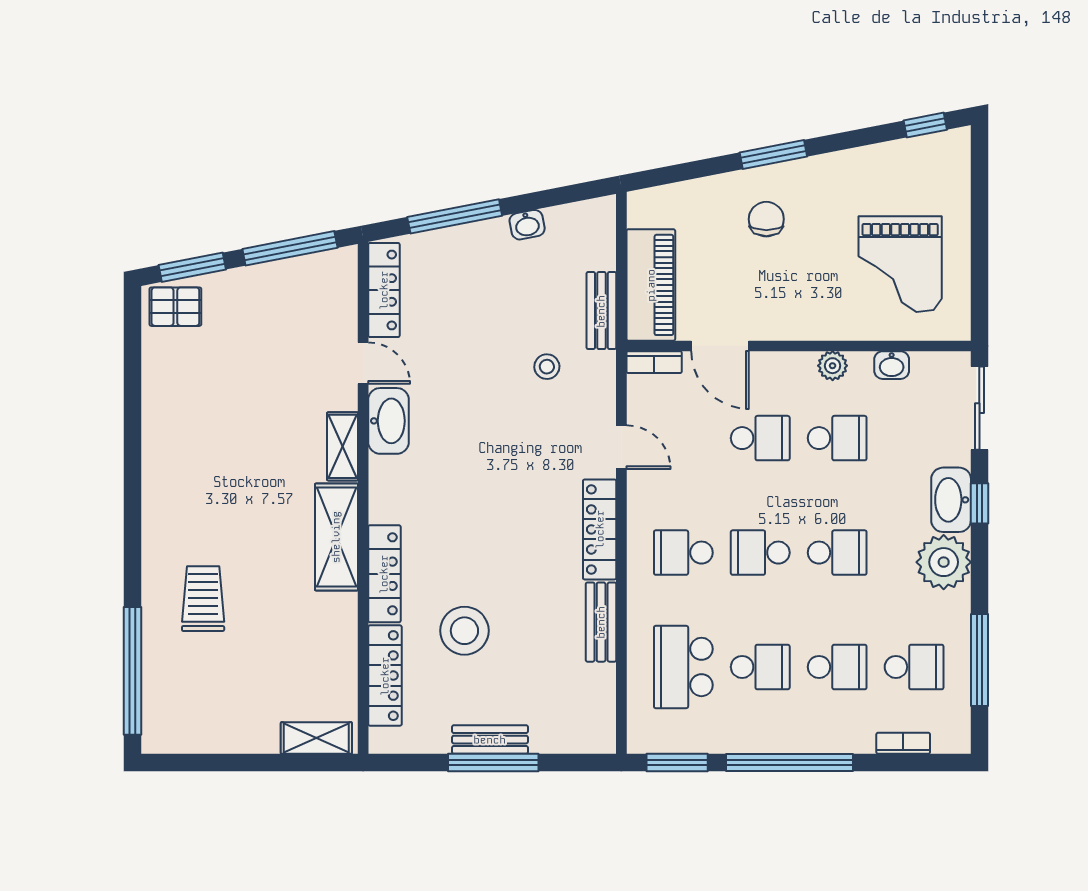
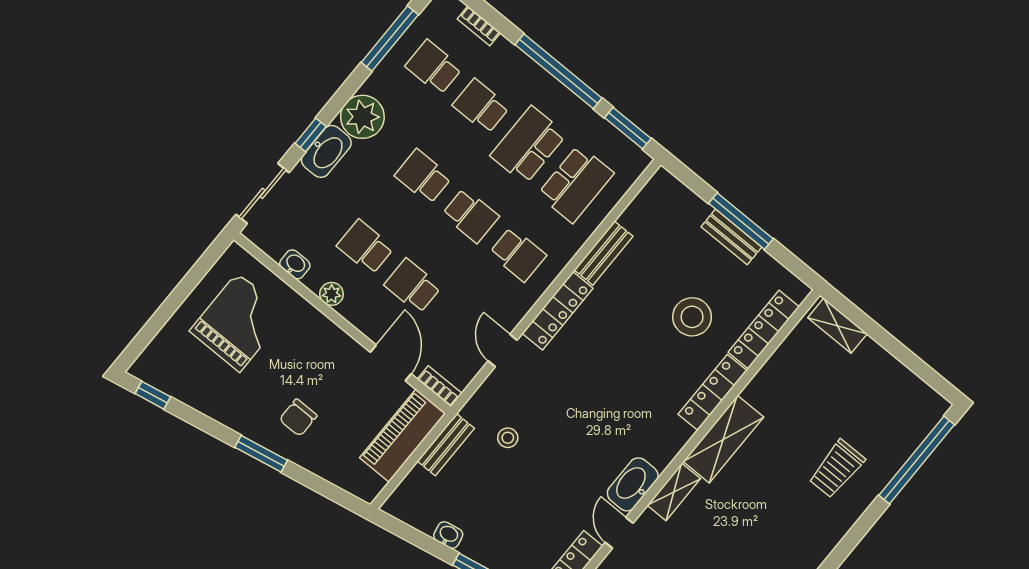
school desk: (760, 667) -> (528, 145), width x1.85

